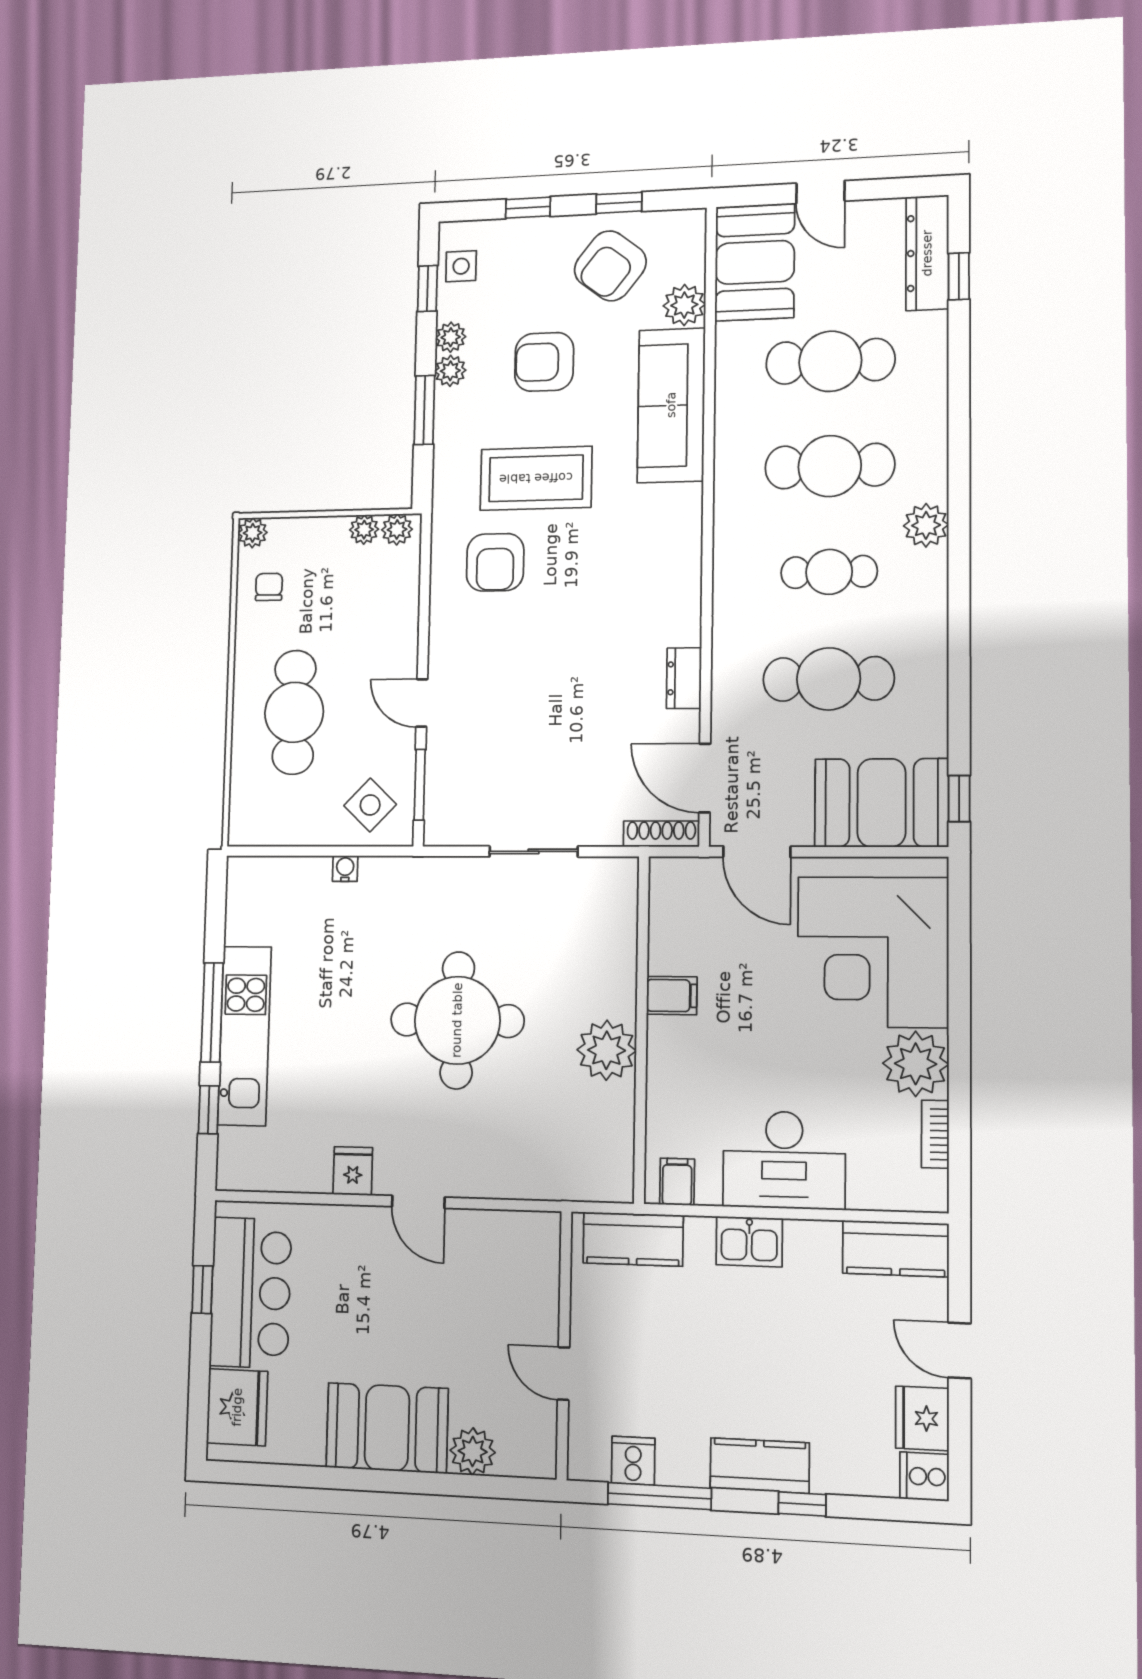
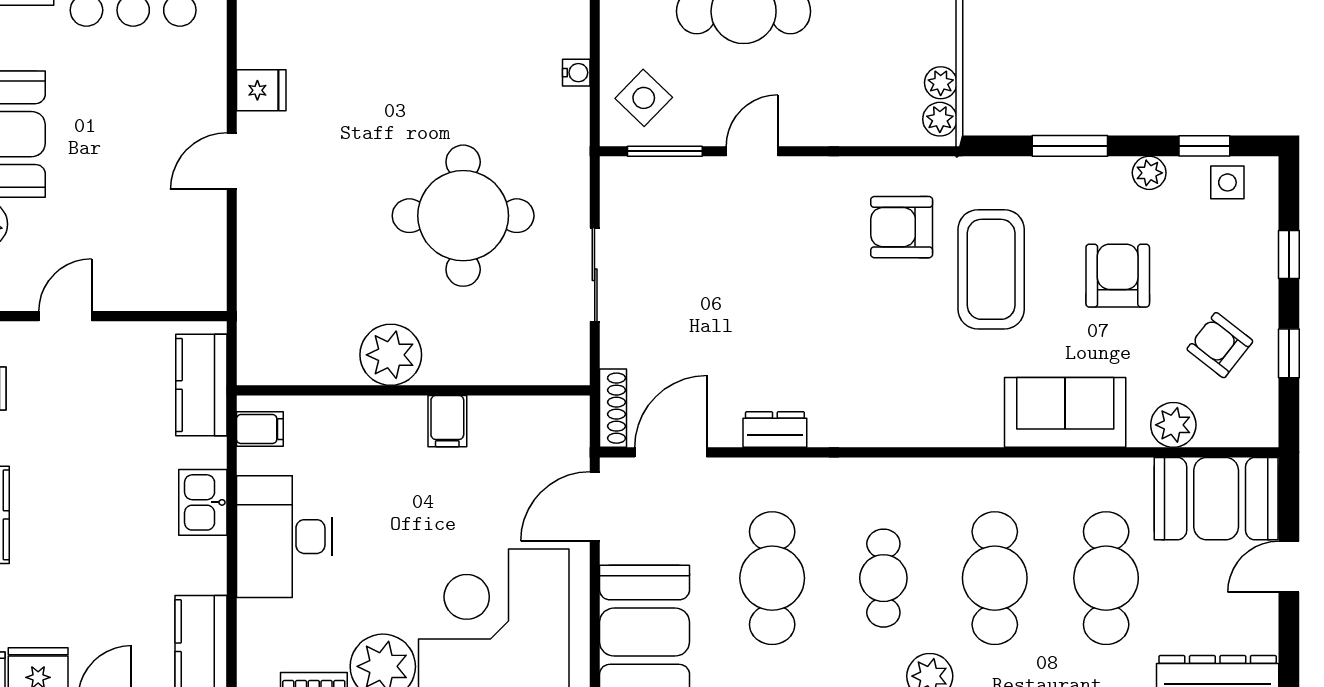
armchair: (610, 266) -> (1220, 345), width x0.72, depth x0.72
plant: (450, 371) -> (1112, 173), removed
sofa: (671, 405) -> (1065, 412), width x0.73
round table: (457, 1020) -> (463, 216), moved

